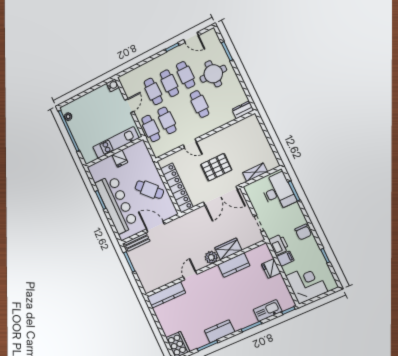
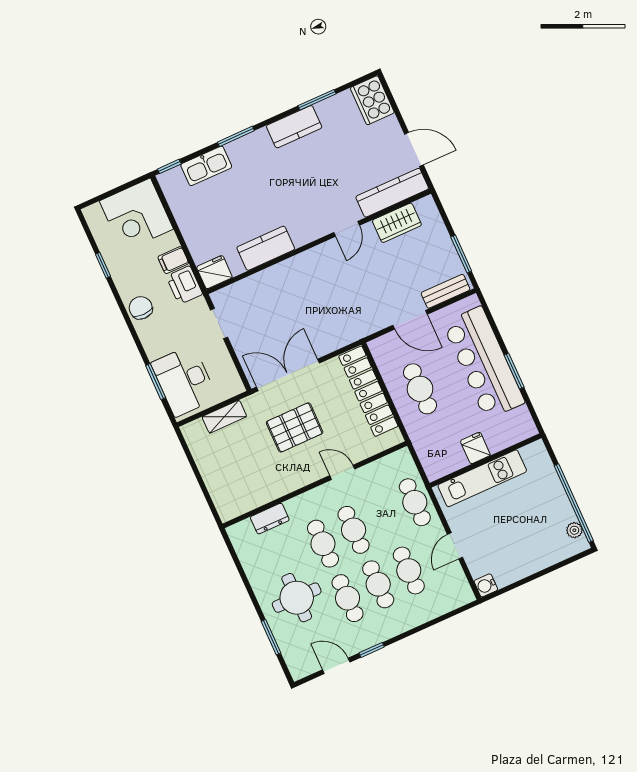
dresser: (243, 110) -> (270, 519), moved
cafe table: (167, 120) -> (354, 530), moved
cafe table: (149, 190) -> (420, 389), turned 44
wardrobe: (228, 249) -> (397, 223), moved
plant: (211, 257) -> (307, 263), removed
fridge: (271, 268) -> (214, 272), moved, turned -90
door: (155, 318) -> (414, 149), added

